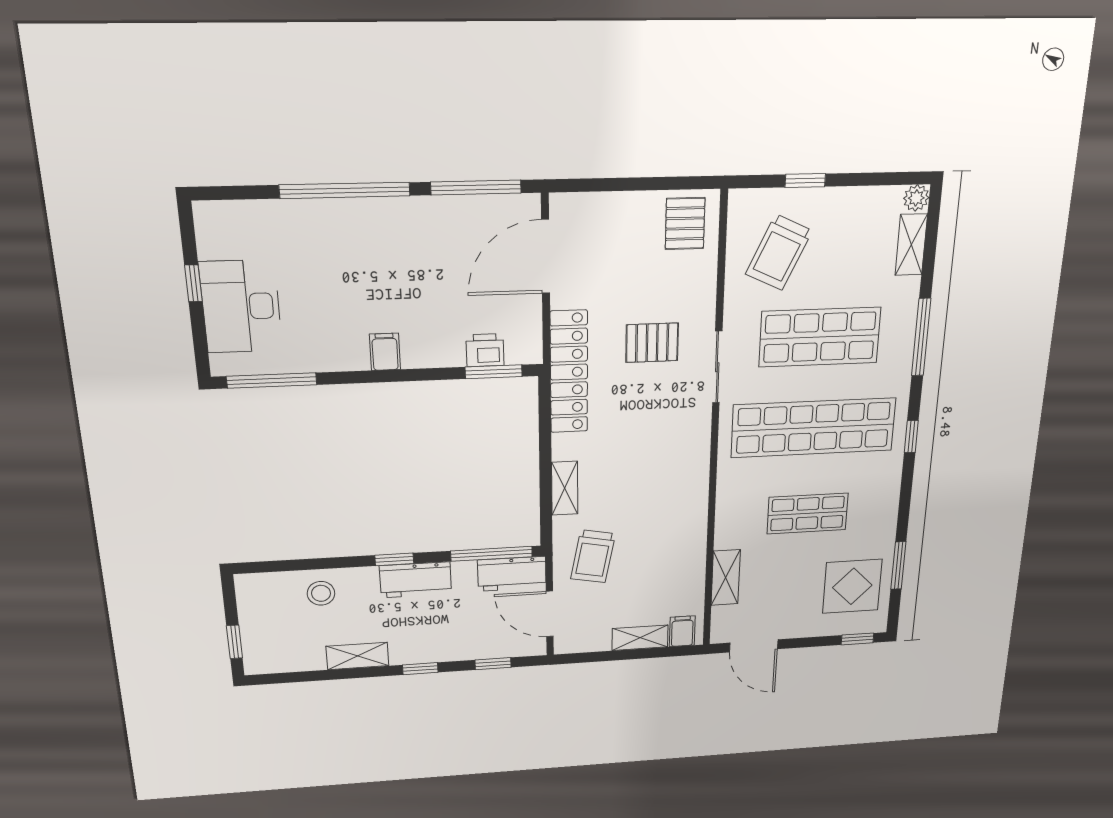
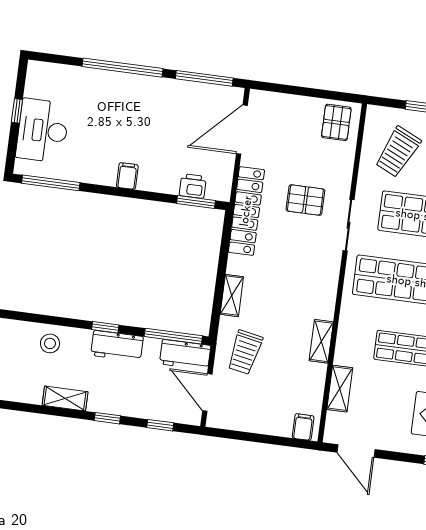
shelving: (640, 638) -> (321, 341), moved, turned 90

